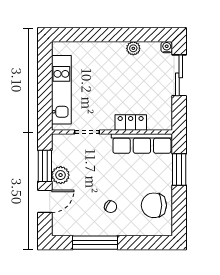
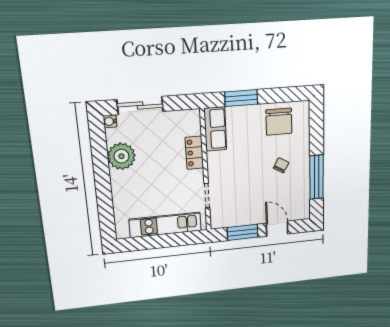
plant: (133, 48) -> (121, 156), width x1.87, depth x1.87
row of seats: (142, 144) -> (215, 129), width x0.68
plant: (61, 175) -> (251, 217), removed

